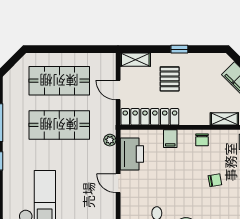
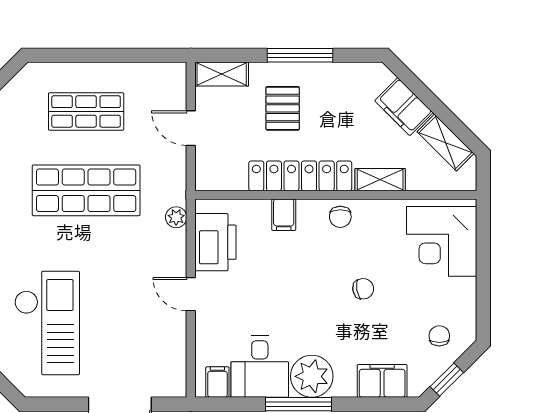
window: (179, 49) -> (300, 55), width x2.17
shop shelf: (59, 81) -> (86, 111), width x0.70, depth x0.74
locker: (150, 117) -> (300, 176), moved

